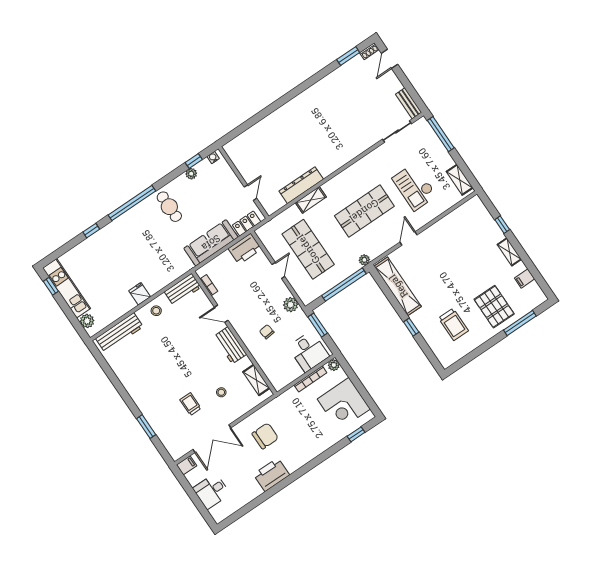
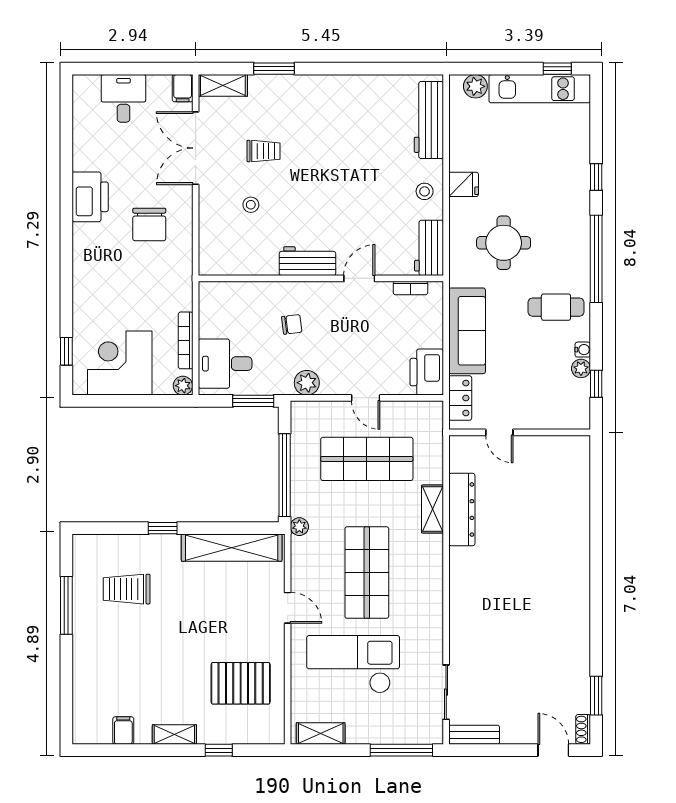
water cooler: (213, 157) -> (583, 350), moved
checkout: (414, 187) -> (353, 664), width x1.36, depth x1.21
round table: (155, 254) -> (504, 243), added
pallet: (494, 307) -> (241, 683), moved
window: (520, 323) -> (66, 605), moved
shelving: (256, 380) -> (223, 85), moved

